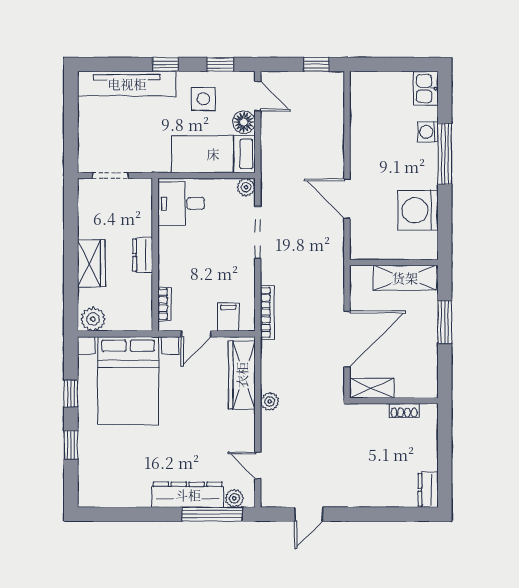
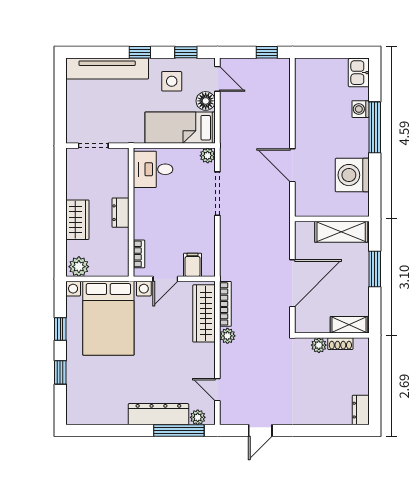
bookcase: (267, 312) -> (225, 304), moved
shelving: (372, 388) -> (349, 325), moved
plant: (378, 413) -> (319, 345), added

